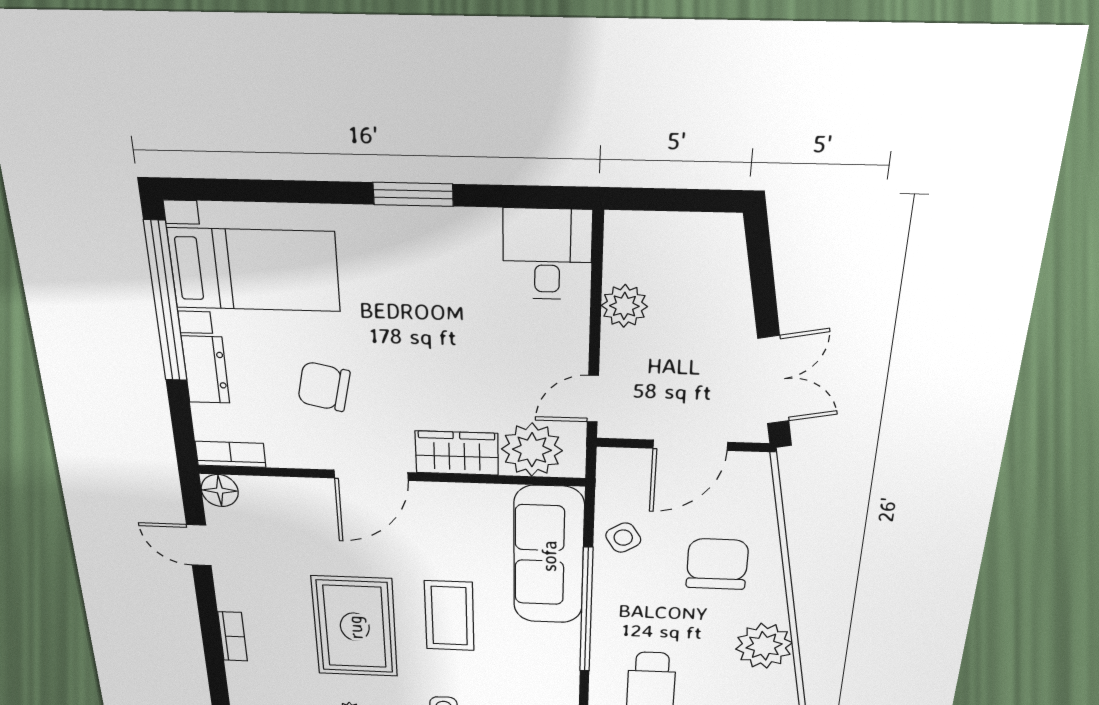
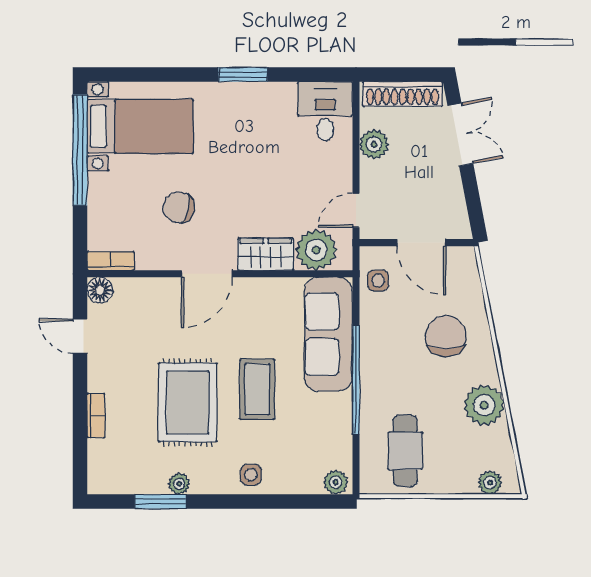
shoe rack: (675, 231) -> (403, 94), added
dresser: (206, 370) -> (101, 197), removed
double door: (774, 380) -> (460, 134), moved
door: (690, 445) -> (421, 243), hinge flipped
side table: (623, 538) -> (378, 281), moved, turned 32

